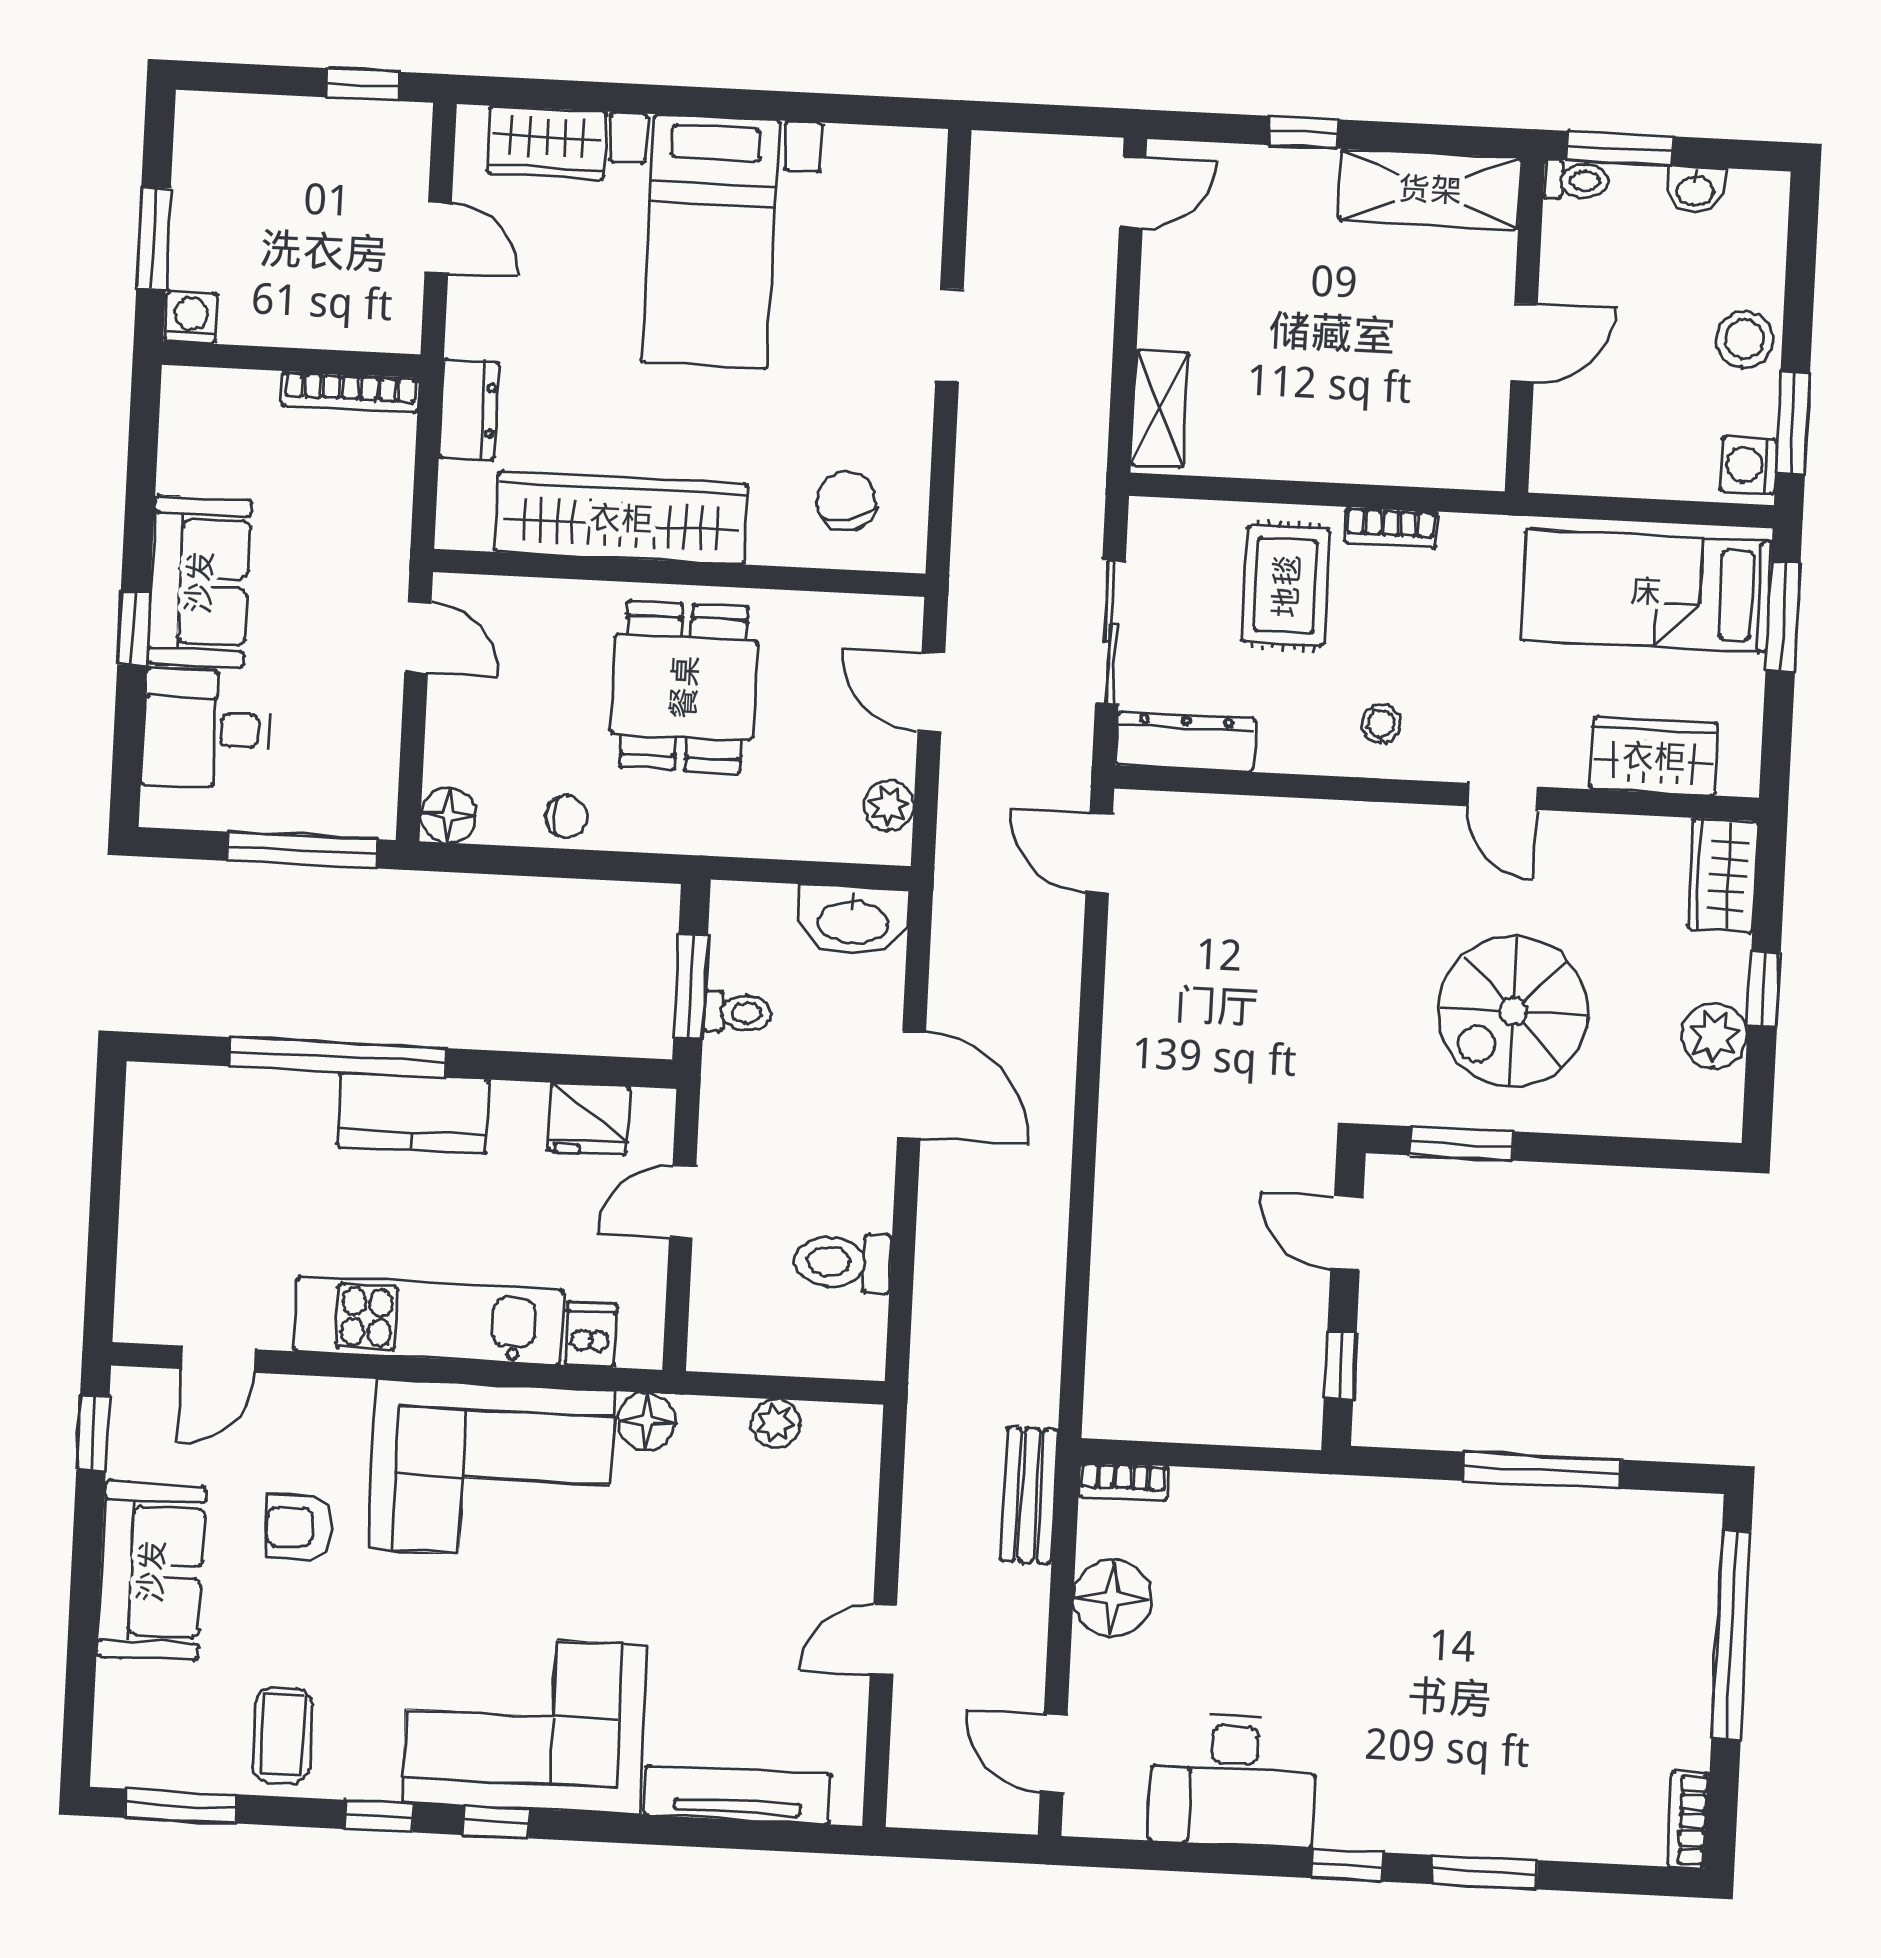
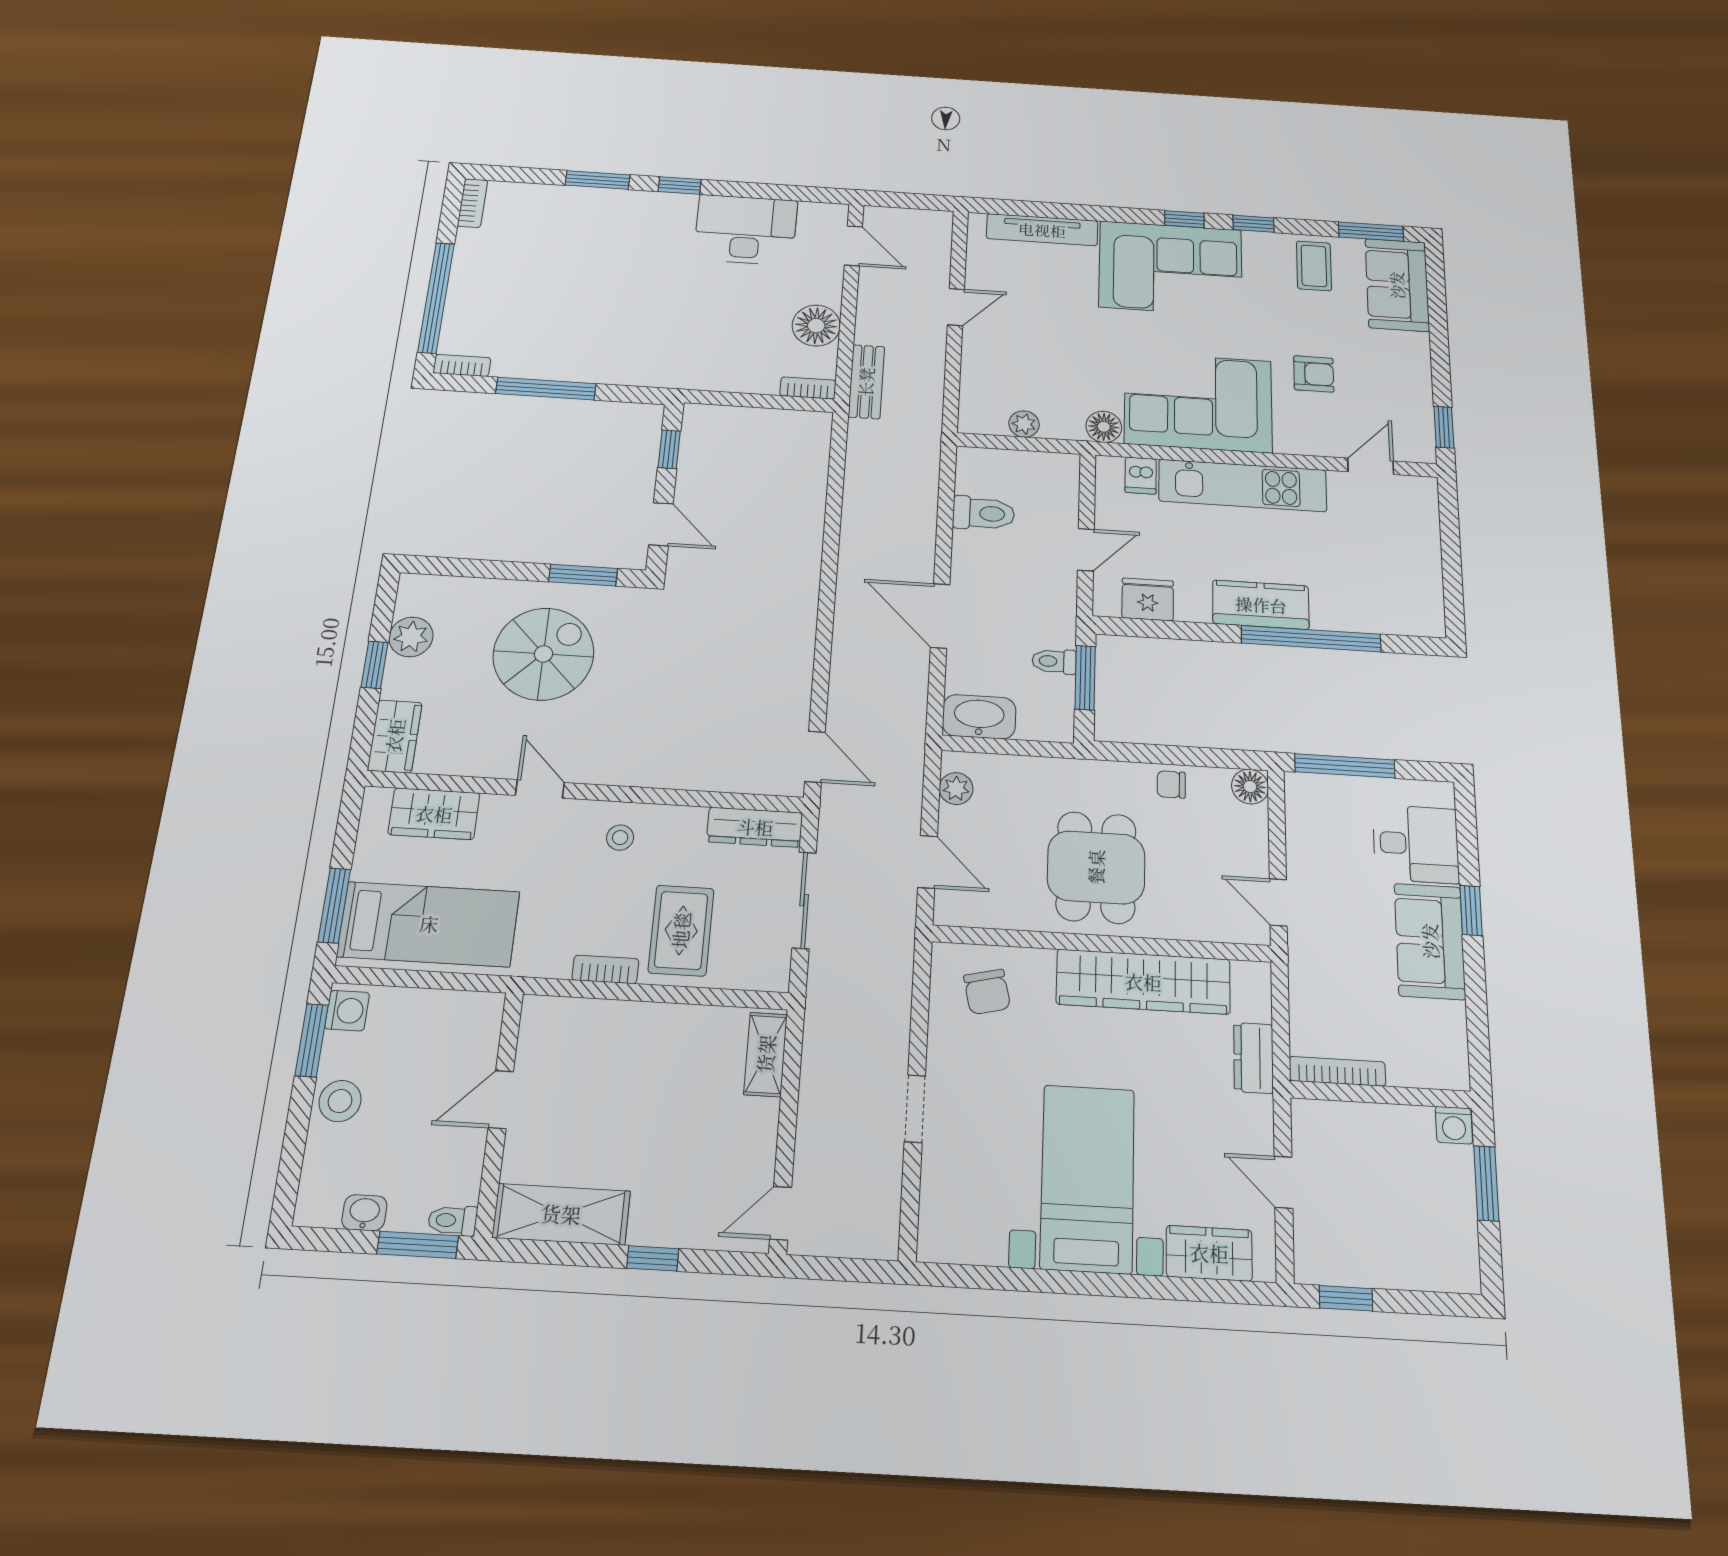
bookcase: (1679, 1510) -> (462, 365), added
sofa: (151, 1571) -> (1397, 285), moved

